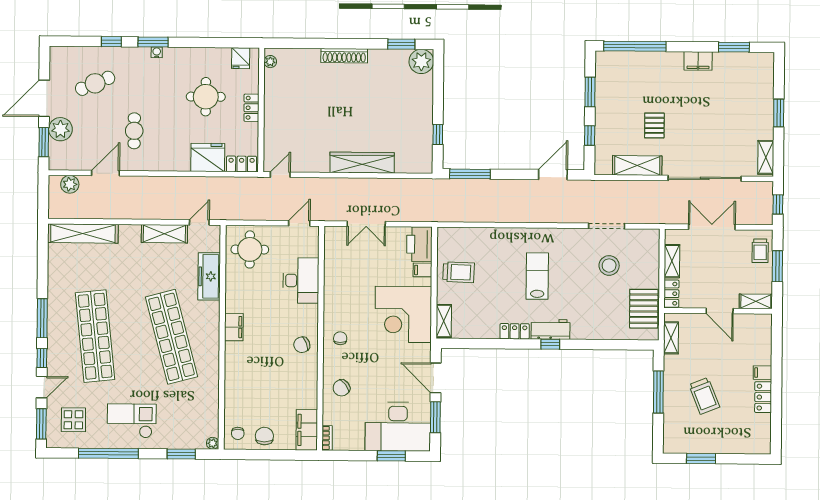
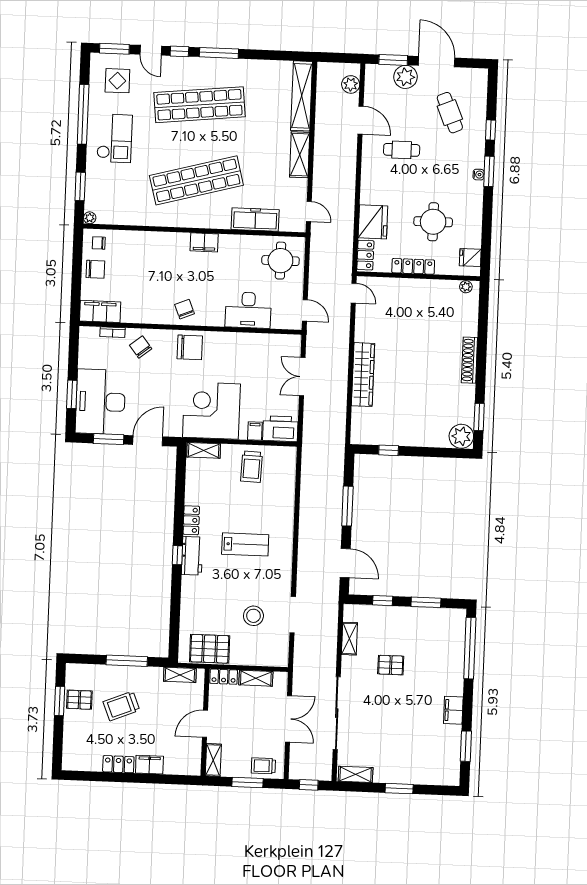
locker: (251, 108) -> (413, 266), width x1.53
shelving: (637, 166) -> (349, 639), width x0.67, depth x0.75
window: (470, 174) -> (347, 506), moved
shelving: (164, 234) -> (300, 155), moved
chair: (340, 338) -> (190, 347), width x1.87, depth x1.87
filing cabinet: (762, 373) -> (149, 765), width x2.00
bookcase: (327, 438) -> (113, 332), moved
pallet: (699, 438) -> (79, 700), added

